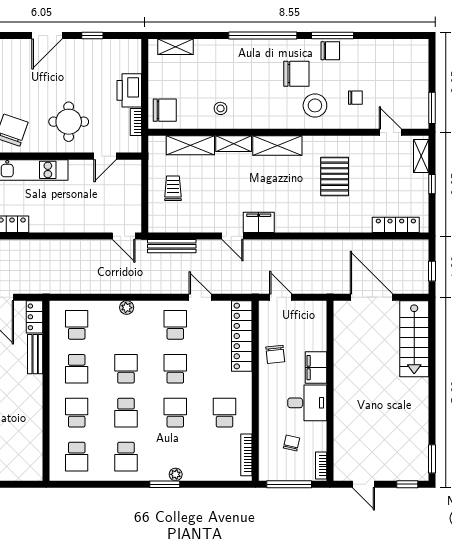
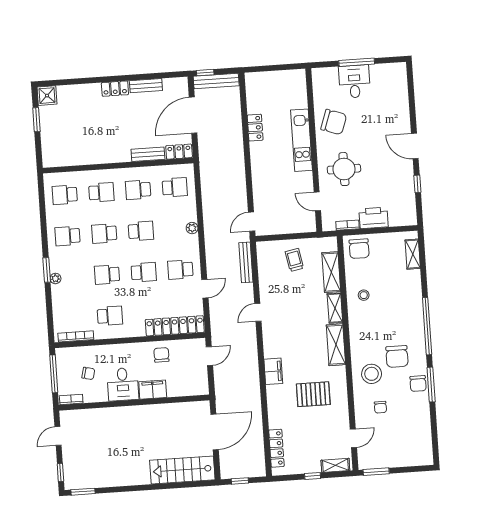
trolley: (173, 188) -> (294, 260), turned -101
filing cabinet: (259, 222) -> (273, 371), moved
school desk: (175, 325) -> (180, 270), turned 180
chair: (275, 354) -> (161, 355), turned 96
school desk: (175, 413) -> (107, 275), turned 180

